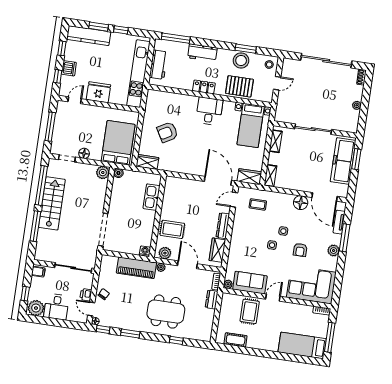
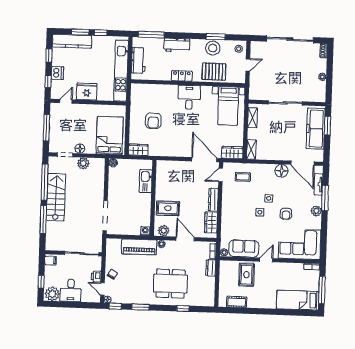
armchair: (167, 132) -> (153, 121), turned -60
plant: (103, 173) -> (83, 163), moved

